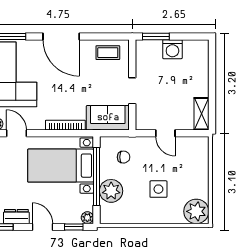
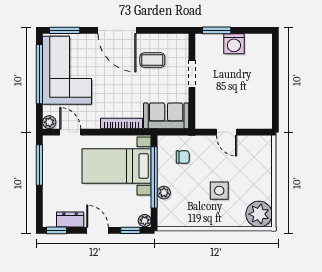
coffee table: (108, 53) -> (152, 60), moved
doorway: (132, 91) -> (192, 74), moved
shelving: (201, 114) -> (264, 112), removed
plant: (111, 191) -> (164, 193), width x0.53, depth x0.53

